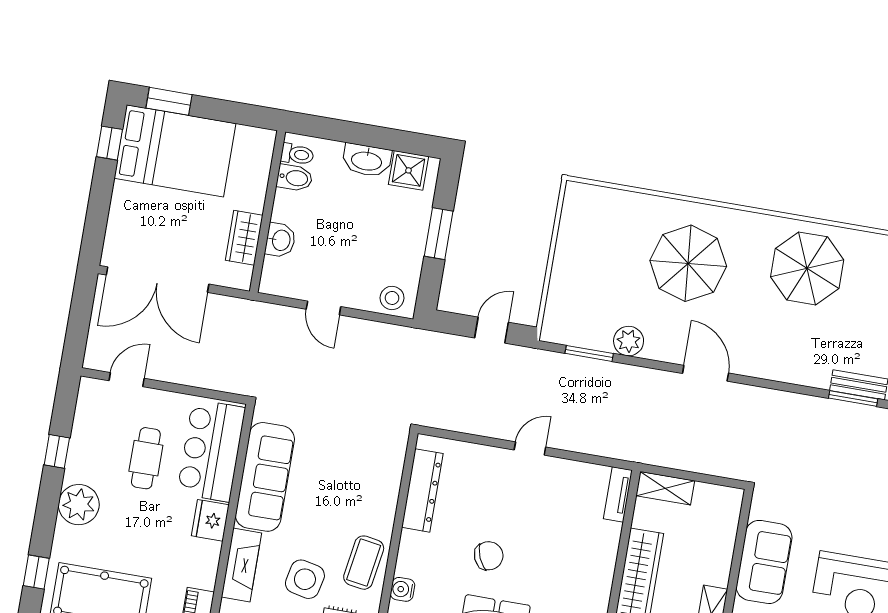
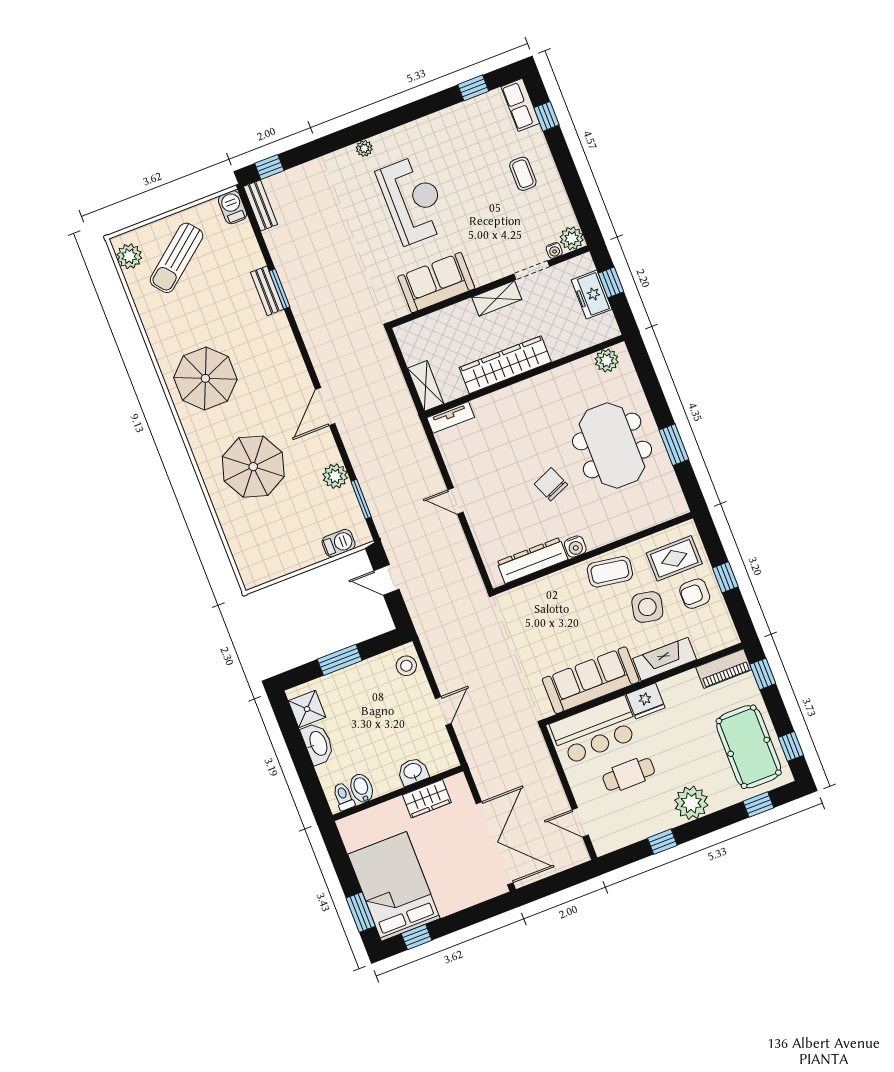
barbecue: (558, 304) -> (339, 543), added
water cooler: (403, 589) -> (575, 547), moved

